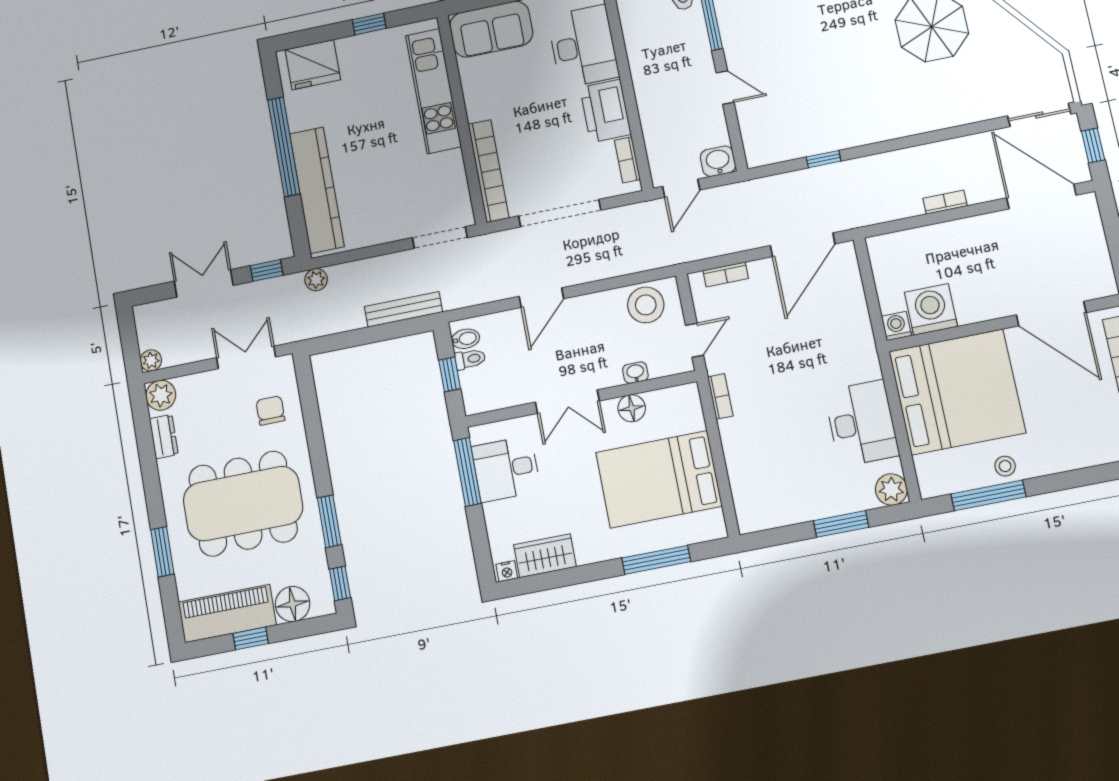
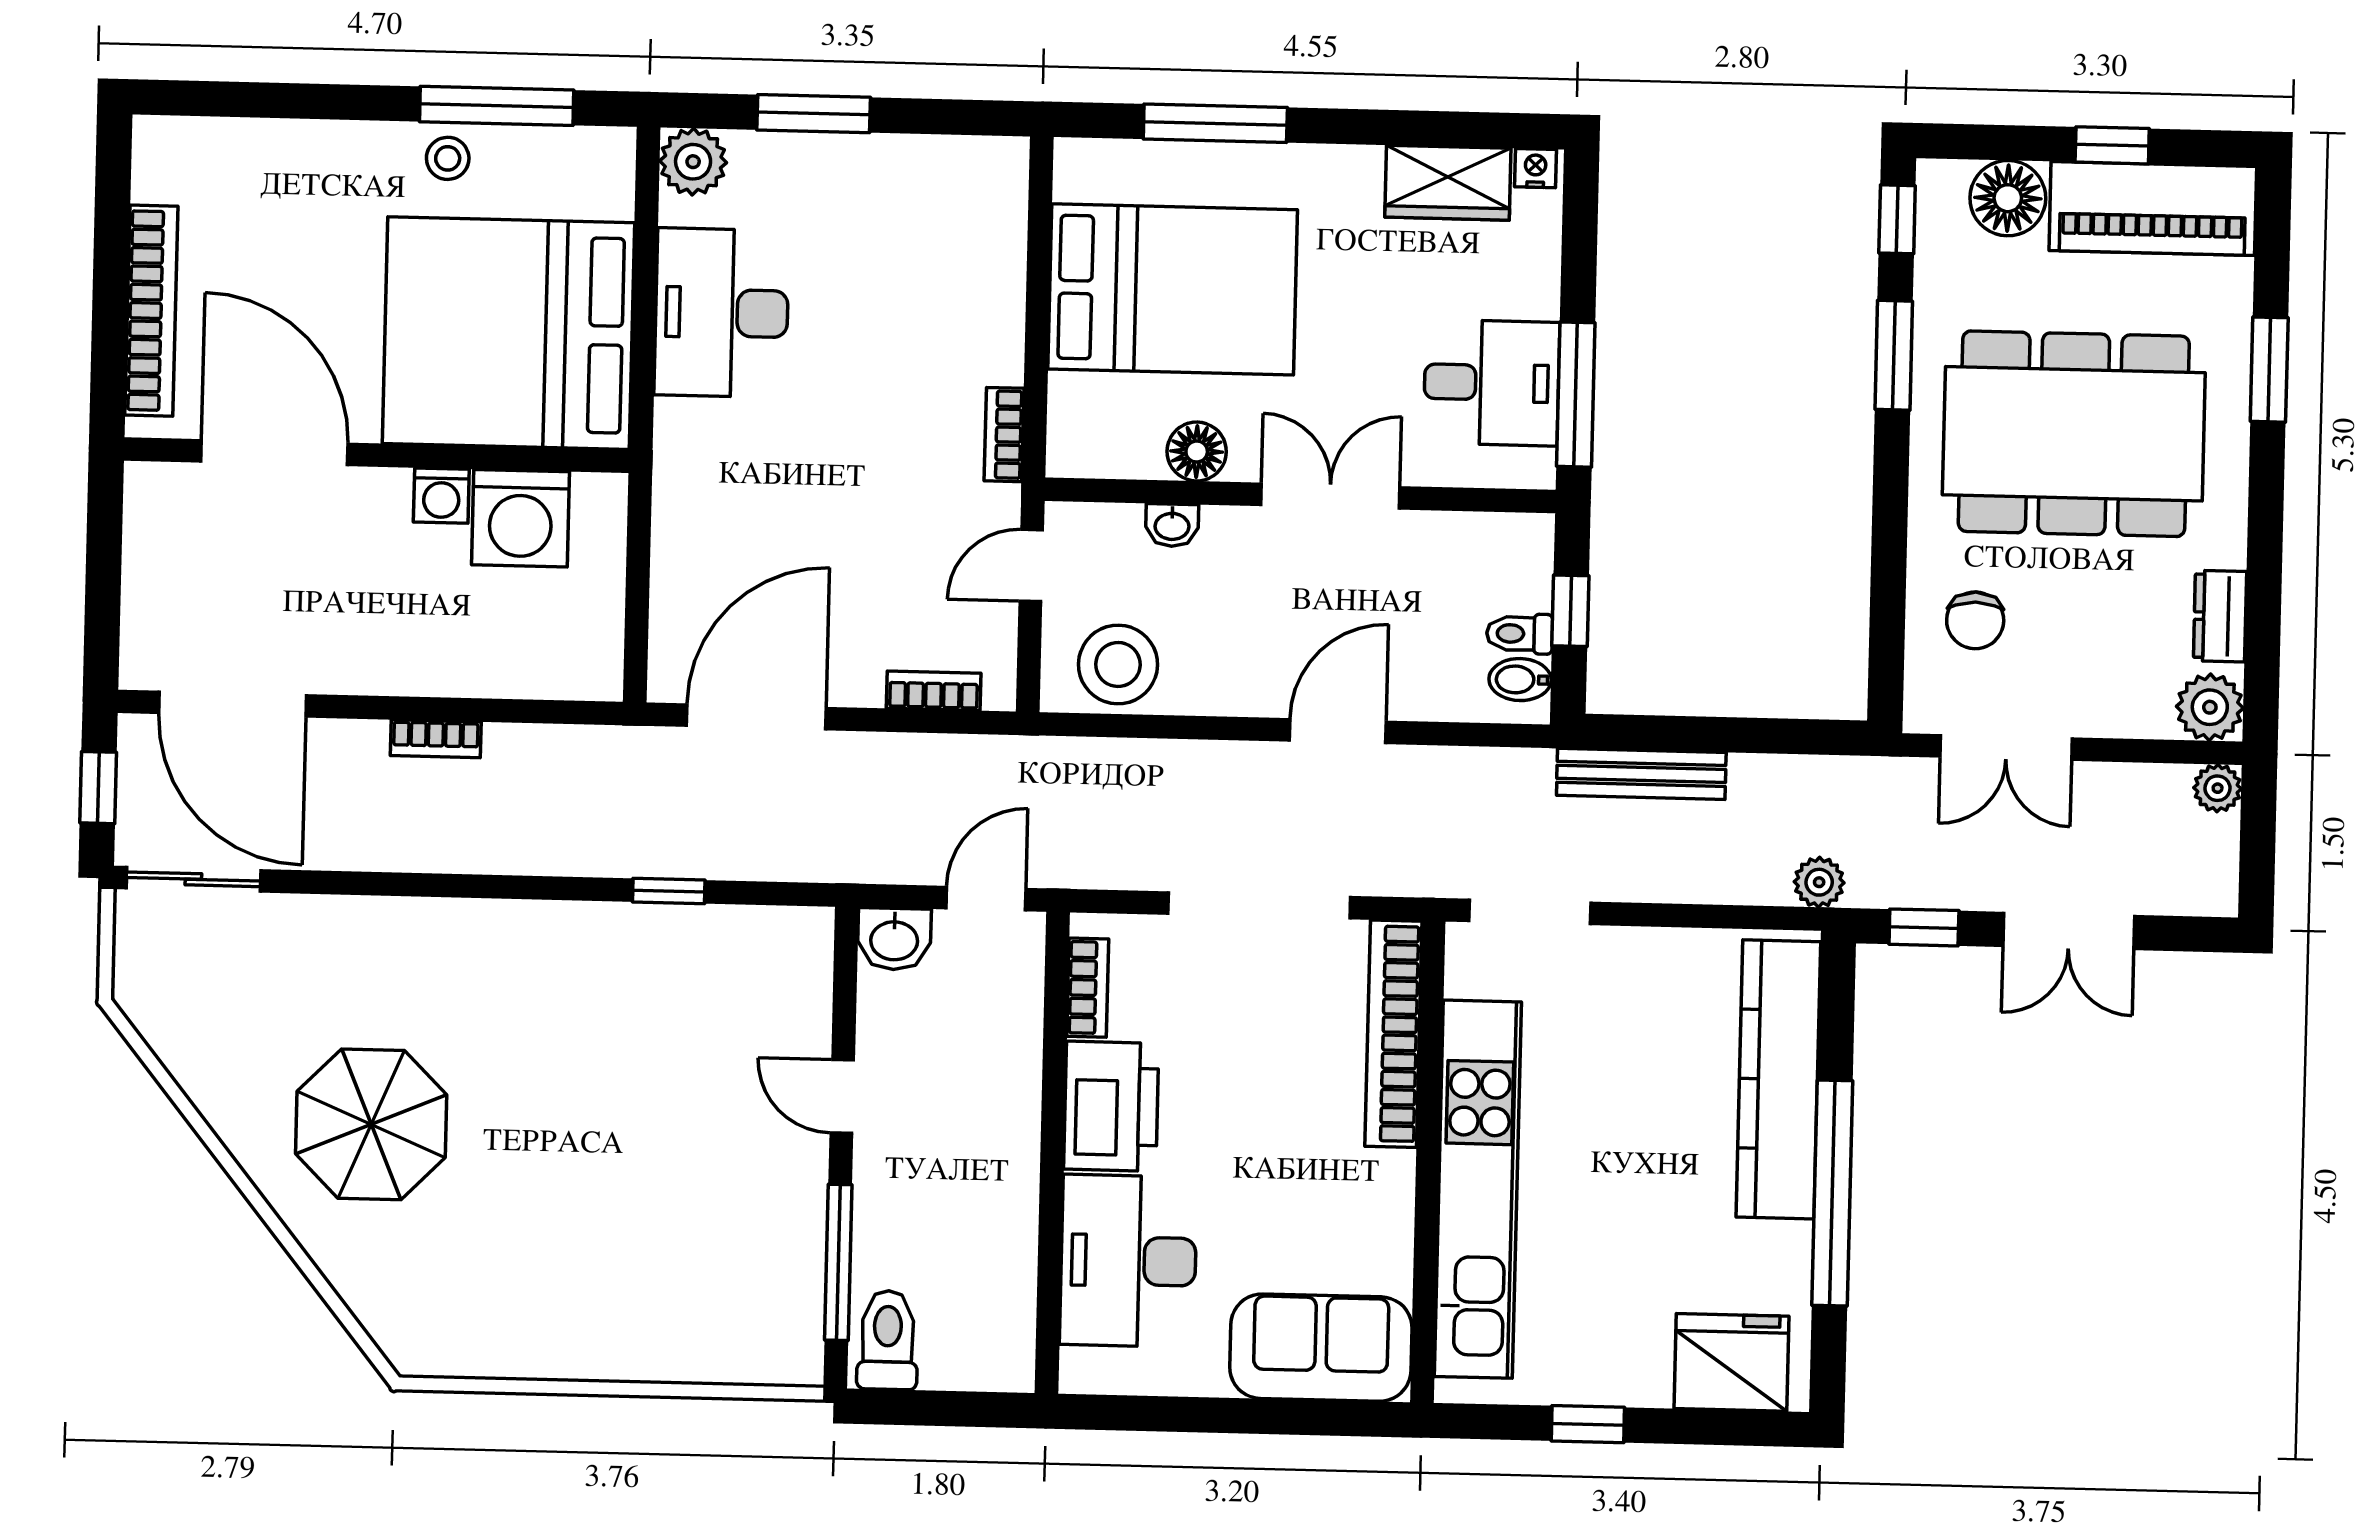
kitchen unit: (434, 91) -> (1478, 1189), width x1.36
washing machine: (896, 326) -> (441, 496), moved

